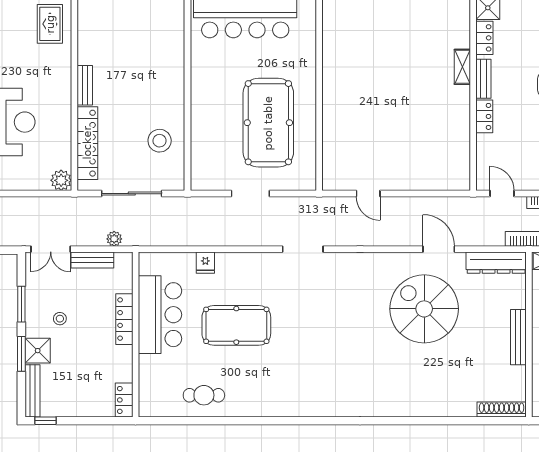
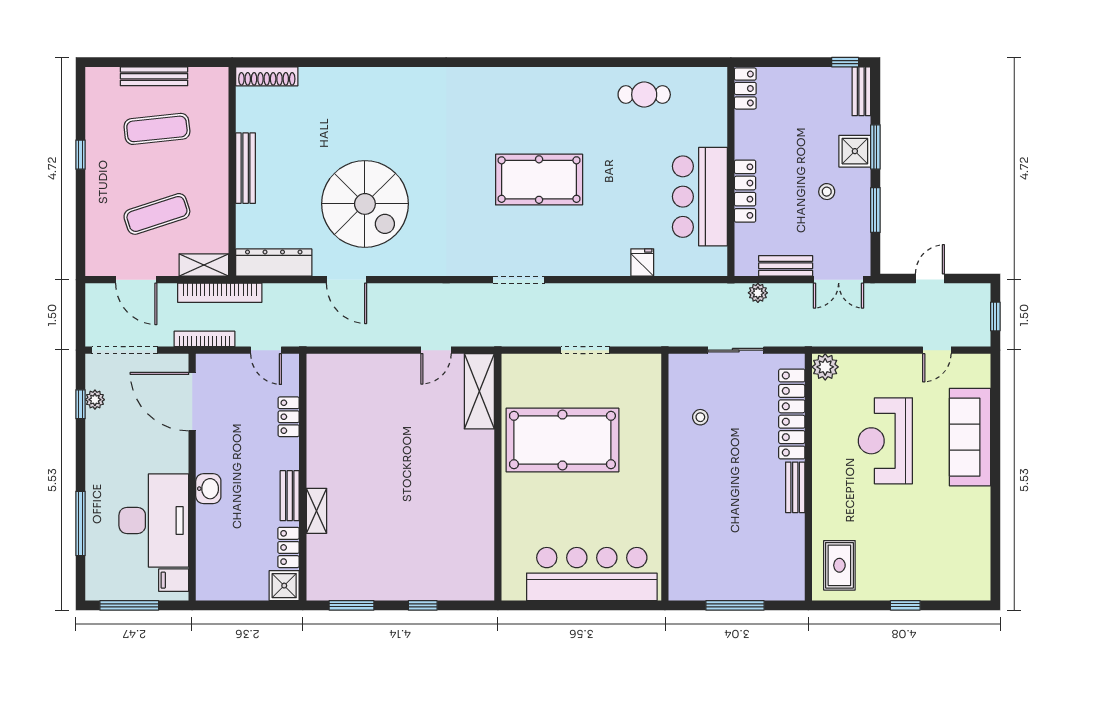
locker: (484, 116) -> (289, 417), moved
pool table: (268, 123) -> (562, 440), turned 90
stool: (160, 141) -> (700, 417), width x0.53, depth x0.53
shelving: (334, 161) -> (479, 391), added
sliding door: (132, 194) -> (736, 350), width x0.73
door: (368, 194) -> (436, 350), swing flipped
double door: (51, 249) -> (839, 280), swing flipped
pool table: (236, 325) -> (539, 180), moved
bench: (33, 391) -> (861, 91), width x0.73

